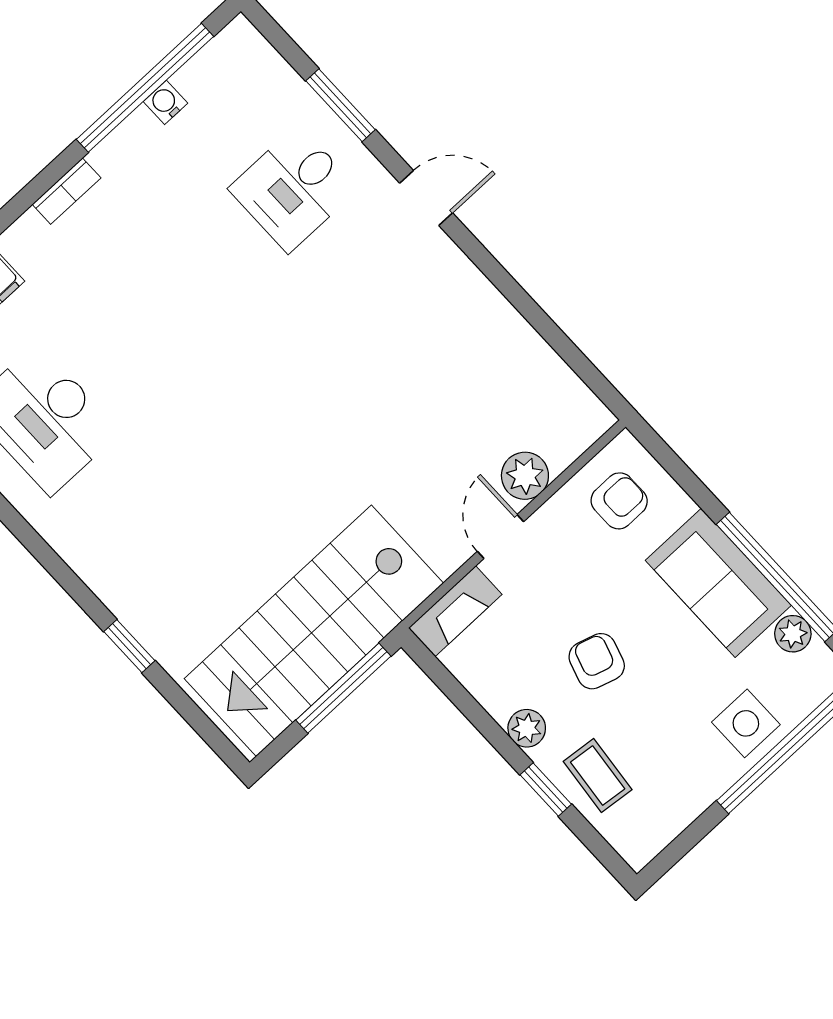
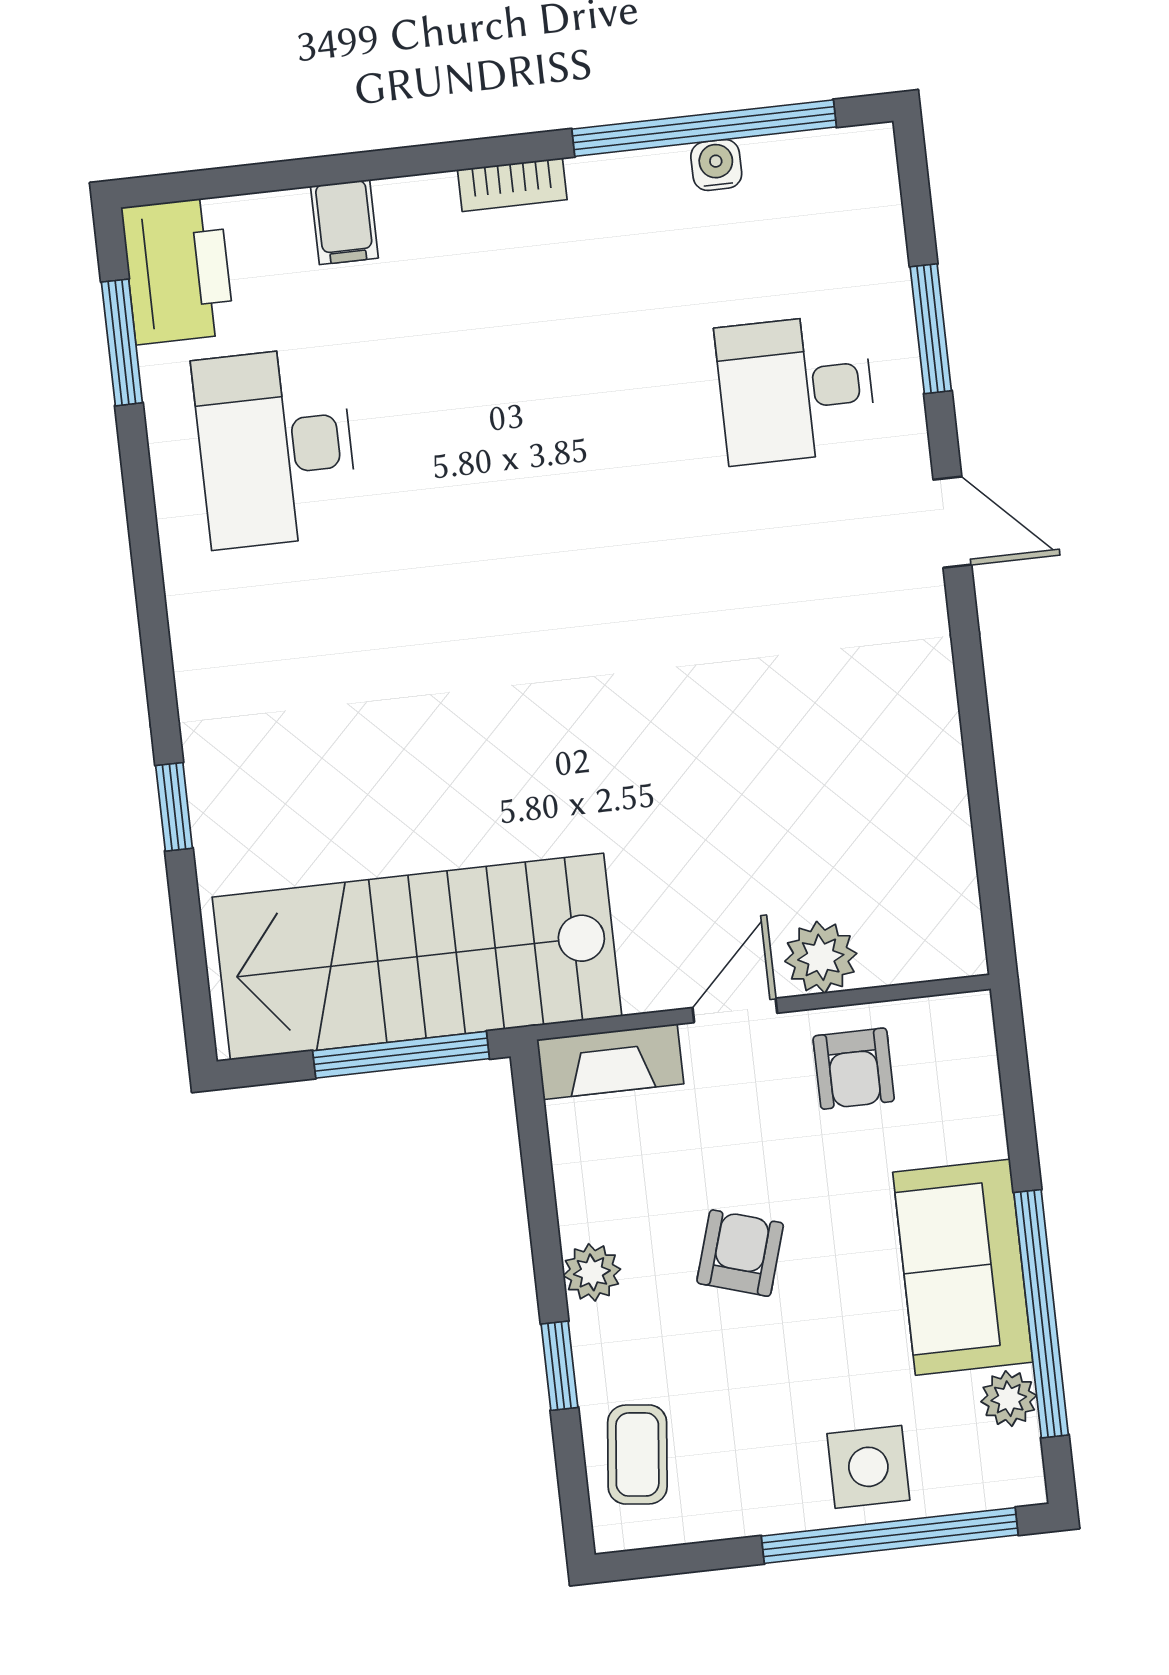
armchair: (619, 501) -> (854, 1069), moved, turned 90
coffee table: (598, 776) -> (637, 1454), moved

